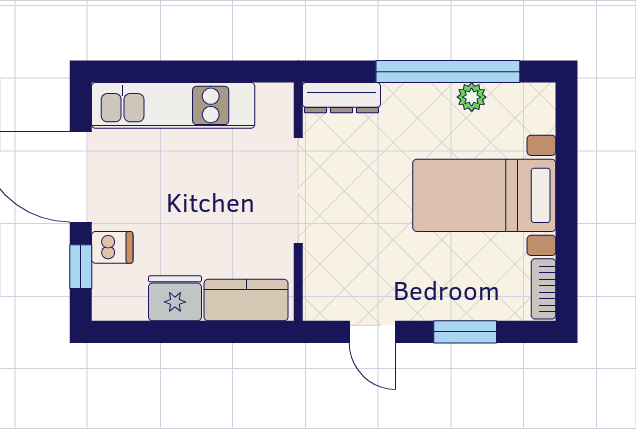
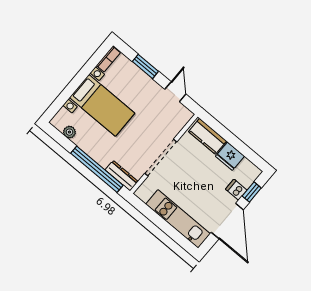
window: (448, 72) -> (97, 169), moved
plant: (472, 97) -> (69, 132), moved

